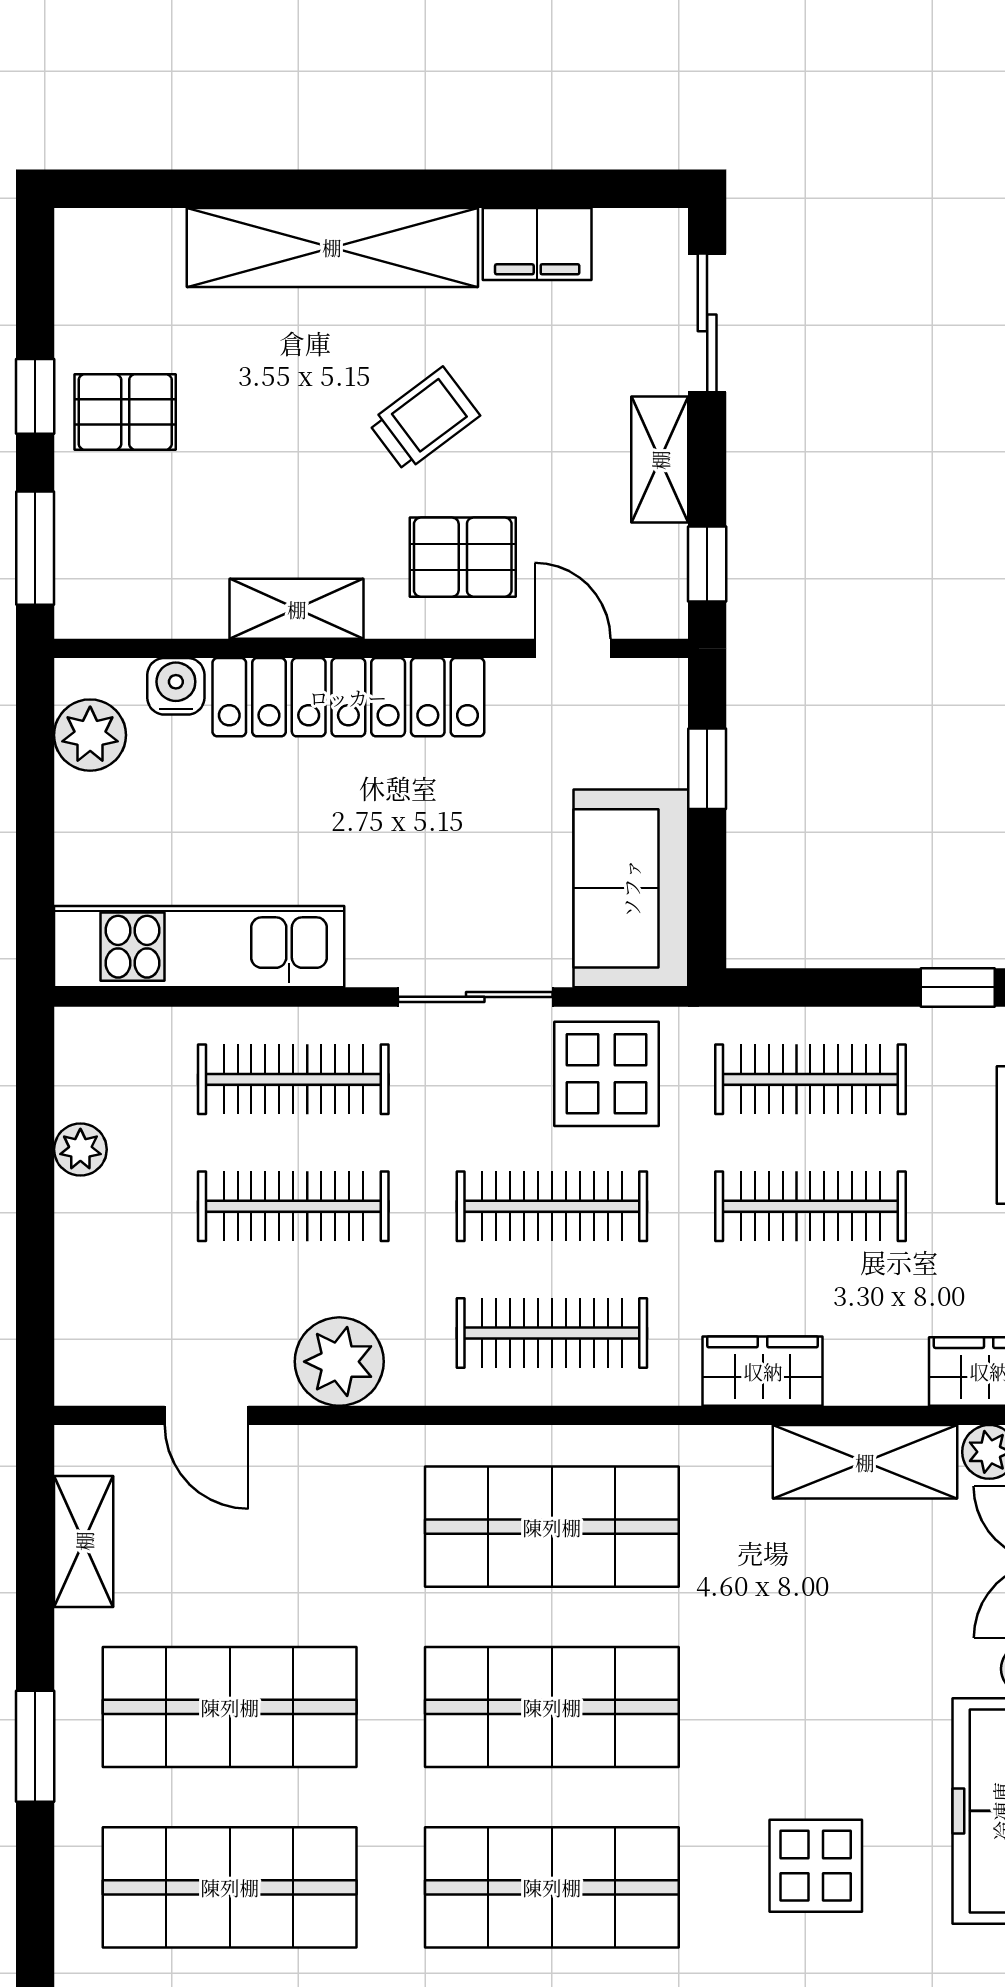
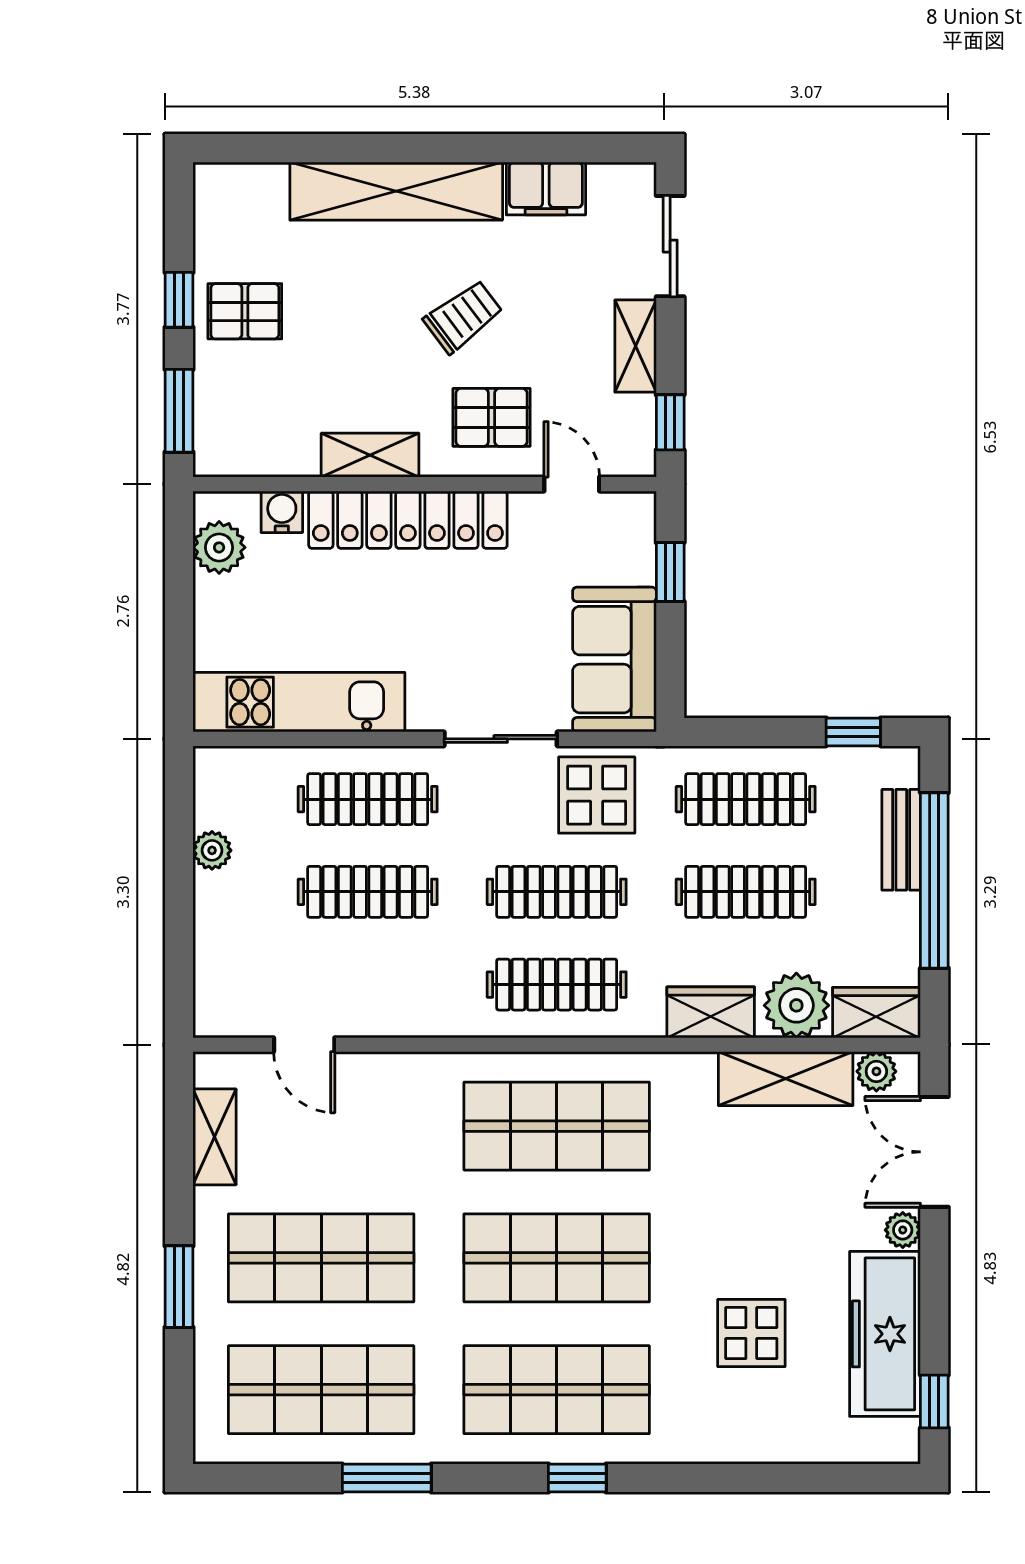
plant: (339, 1362) -> (796, 1005), moved
display table: (816, 1866) -> (751, 1333), moved

